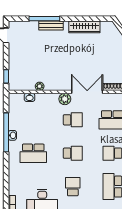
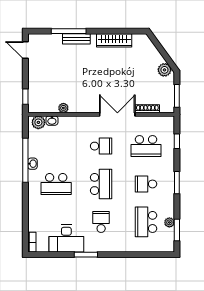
plant: (65, 99) -> (38, 122), moved
school desk: (73, 153) -> (101, 184), width x1.85

